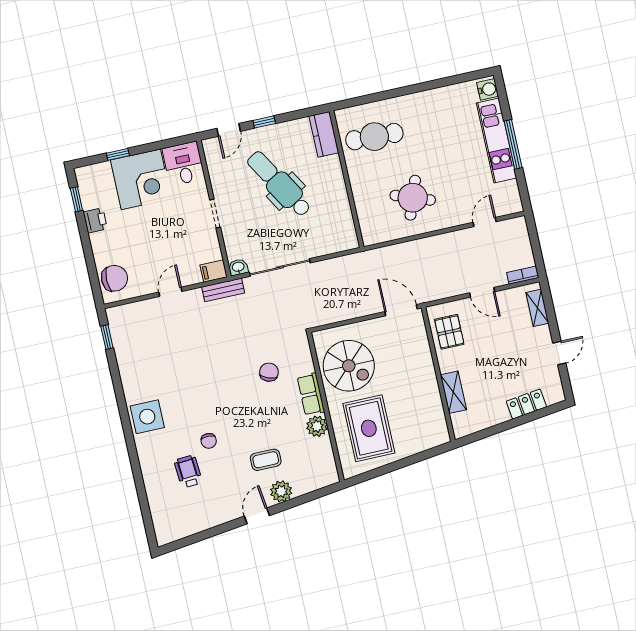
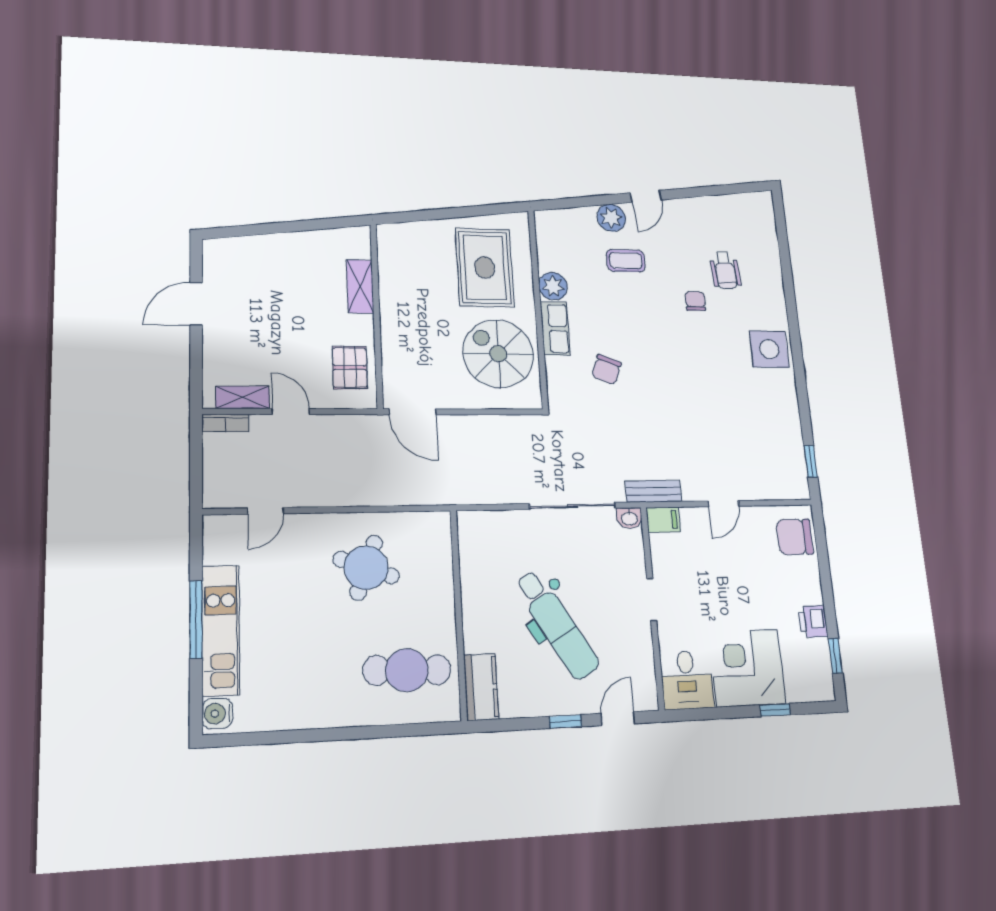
shelving: (537, 308) -> (243, 397), moved, turned 90
door: (559, 353) -> (196, 304), width x1.37
locker: (526, 404) -> (260, 247), removed

